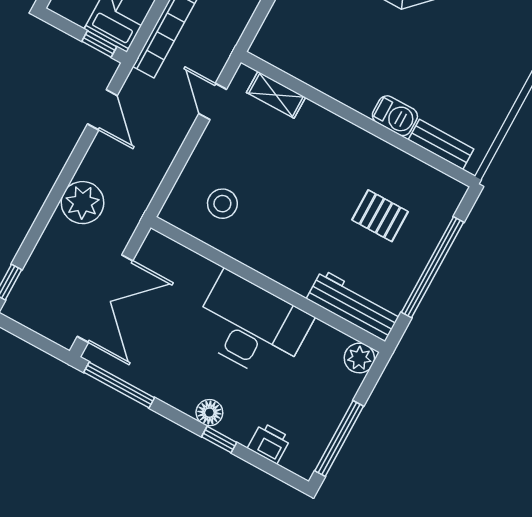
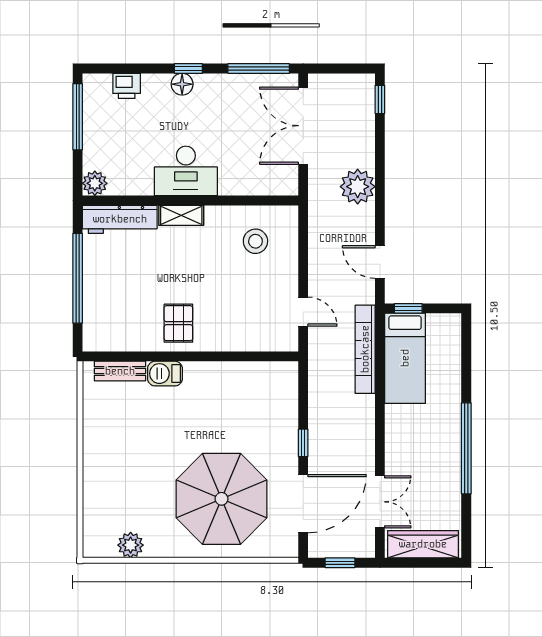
shelving: (276, 95) -> (181, 215), moved
pallet: (380, 216) -> (178, 323), moved, turned 90
desk: (251, 326) -> (186, 171), width x0.73, depth x0.77
window: (219, 440) -> (188, 68), moved

